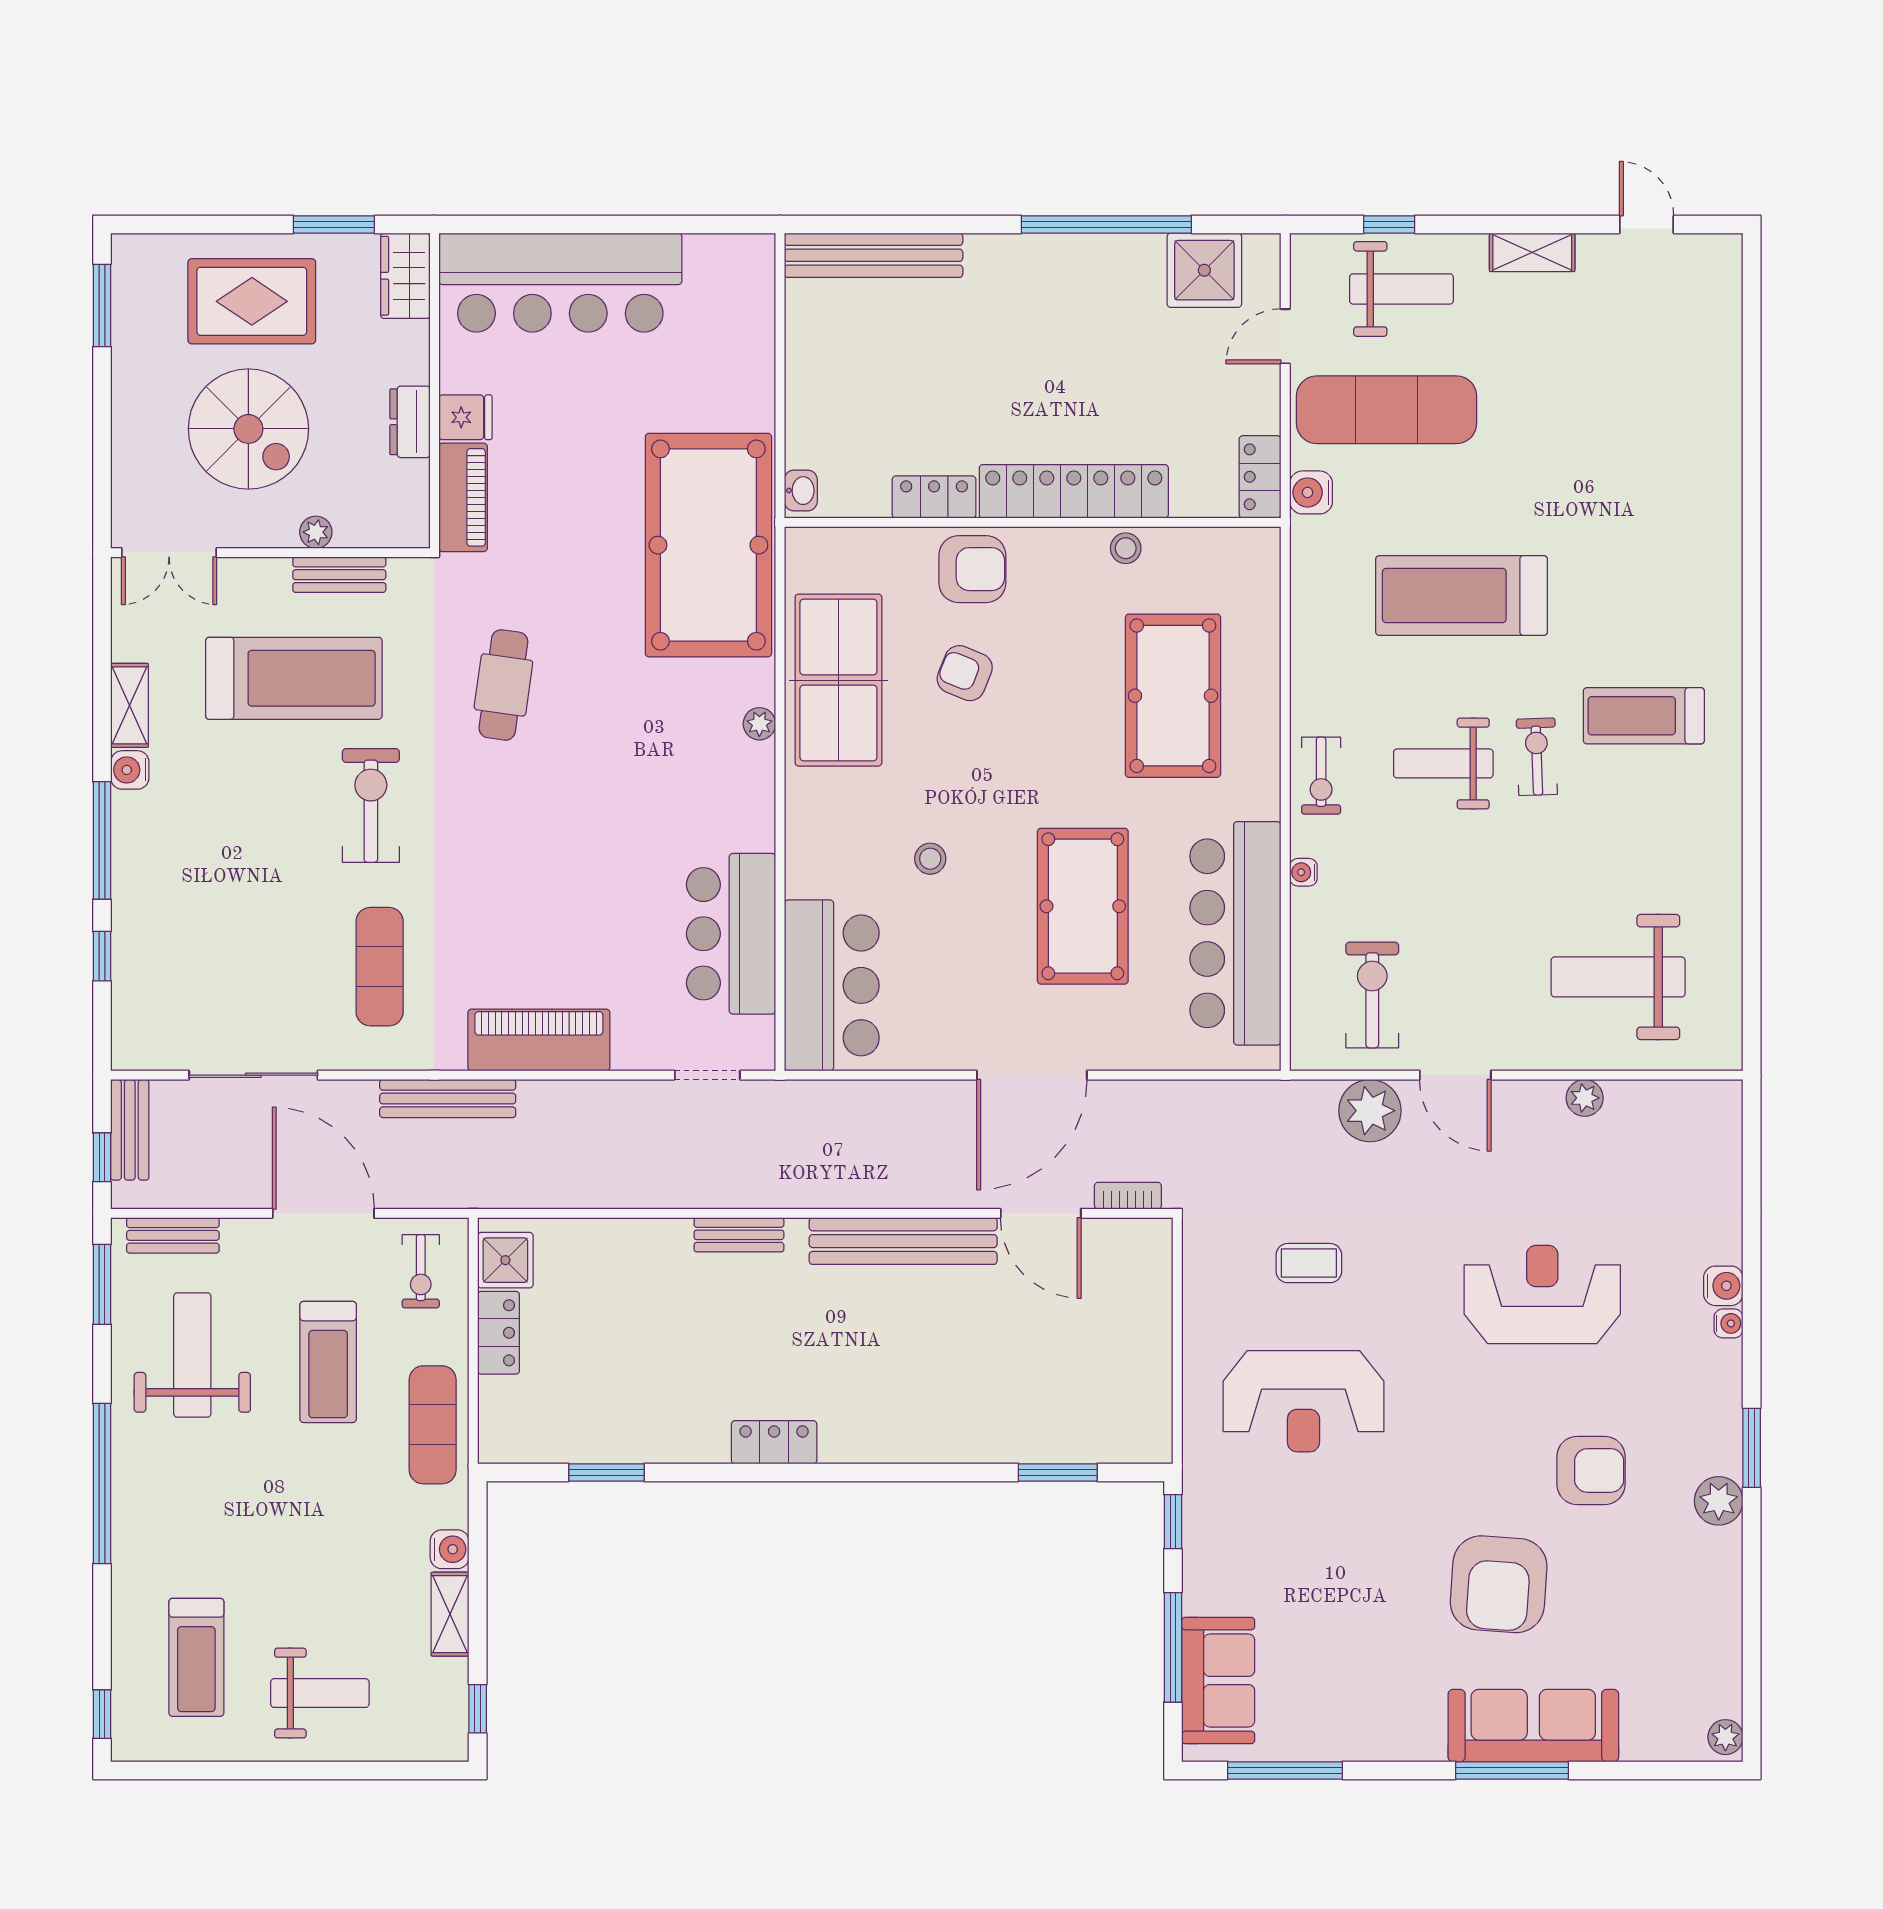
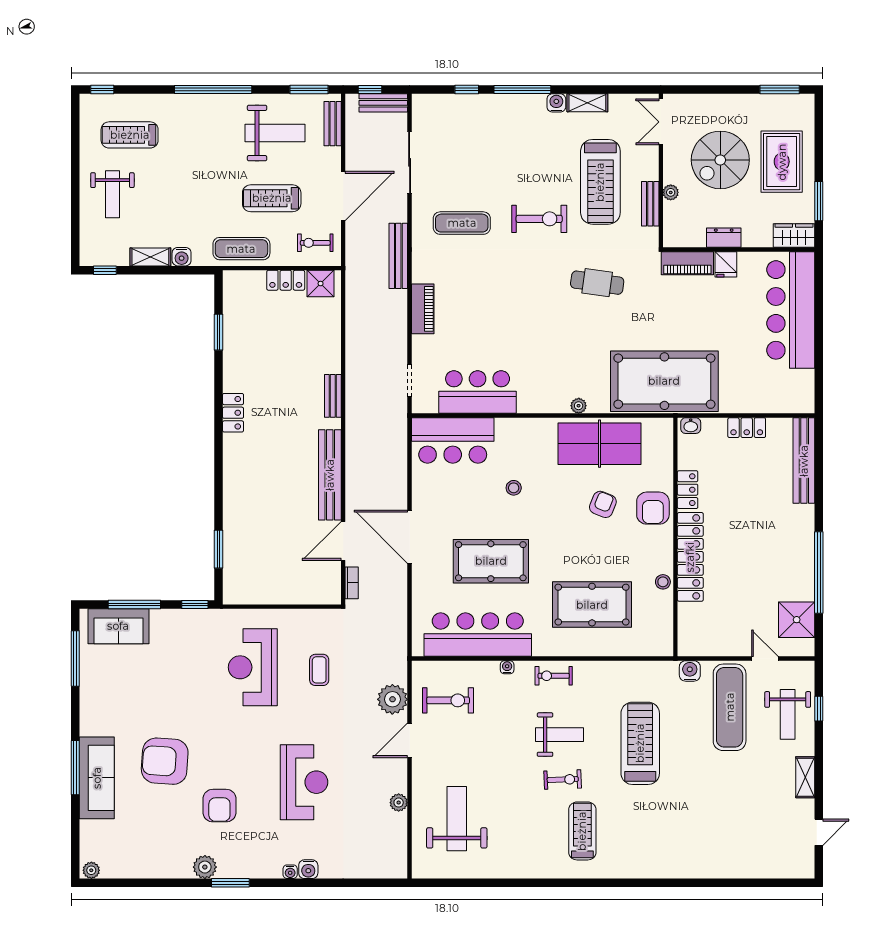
locker: (1260, 477) -> (747, 428), moved, turned 180
weight bench: (1443, 763) -> (559, 735), turned 90
piano: (539, 1040) -> (423, 309), width x0.73, depth x0.75

